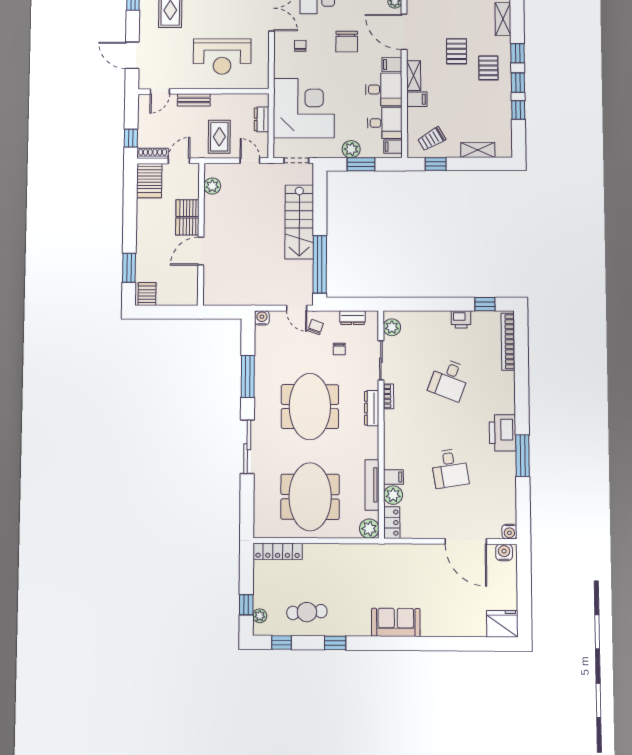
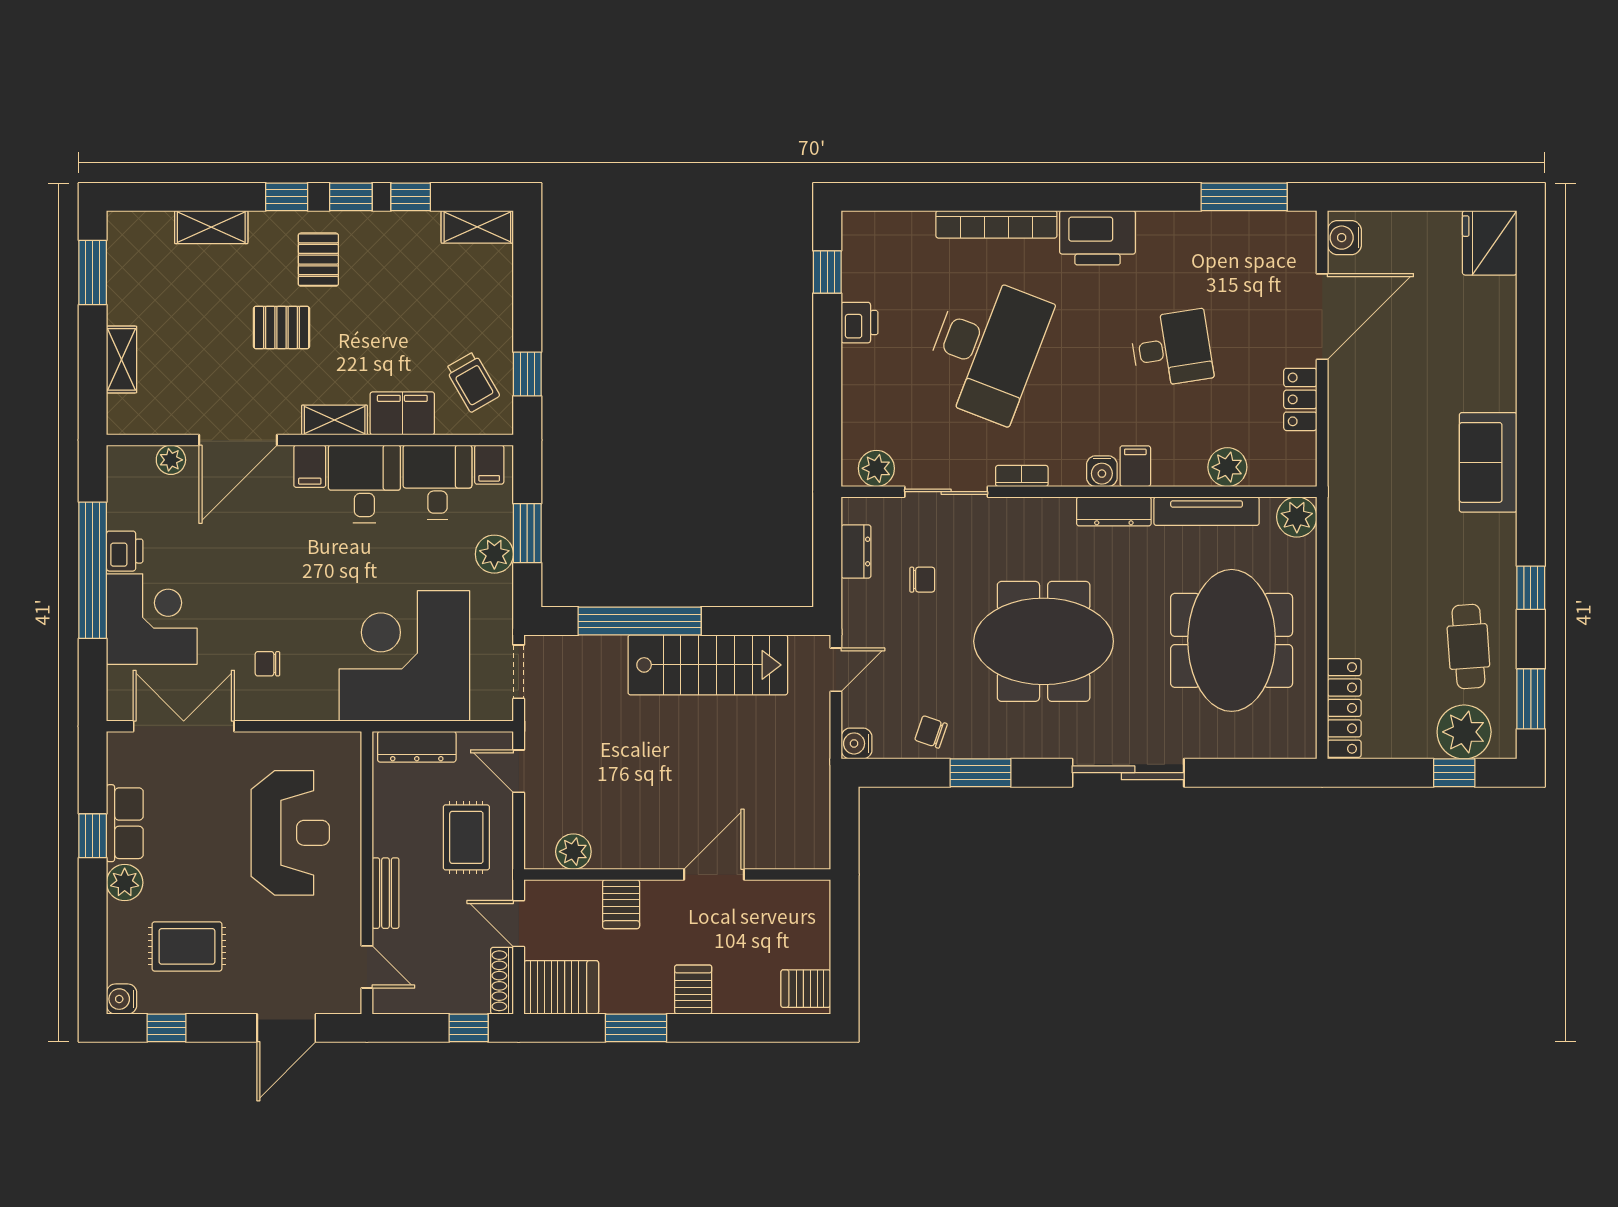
chair: (347, 42) -> (259, 564), removed
pallet: (488, 68) -> (318, 260), turned 90
filing cabinet: (417, 99) -> (402, 413), width x2.00
dresser: (262, 119) -> (417, 747), width x1.44
rug: (219, 137) -> (466, 837), turned 90
shelving: (478, 150) -> (477, 227), moved, turned 90
door: (250, 161) -> (519, 771), hinge flipped
stairs: (299, 222) -> (708, 665), moved
server rack: (187, 226) -> (693, 990), moved, turned 180
door: (201, 251) -> (714, 874), swing flipped
window: (320, 264) -> (640, 621), moved
window: (129, 268) -> (636, 1028), moved
chair: (316, 327) -> (931, 732), moved
bookcase: (508, 342) -> (996, 224), moved
window: (248, 376) -> (981, 773), width x0.69
desk: (449, 380) -> (986, 349), width x1.87, depth x1.30
dresser: (372, 408) -> (1114, 511), moved
window: (523, 456) -> (1244, 197), moved
filing cabinet: (393, 477) -> (1135, 466), moved
meeting table: (310, 497) -> (1232, 640), turned 90
locker: (392, 523) -> (1300, 399), moved, turned -90
water cooler: (509, 532) -> (1102, 471), moved, turned 90
plant: (260, 616) -> (1464, 732), width x1.87, depth x1.87
window: (282, 643) -> (1531, 699), width x1.50

